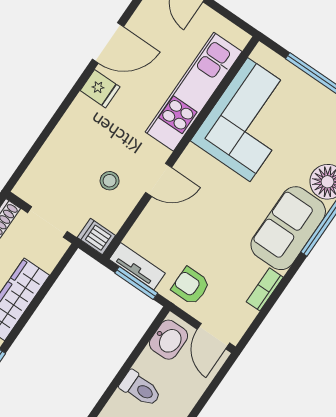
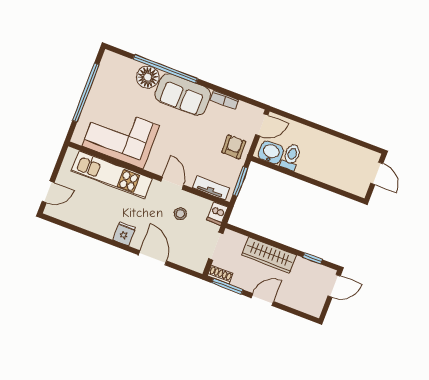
door: (108, 43) -> (153, 258), moved
tv unit: (137, 266) -> (211, 188), moved, turned 90
armchair: (191, 286) -> (234, 147), turned 180
toilet: (140, 389) -> (291, 157), moved

